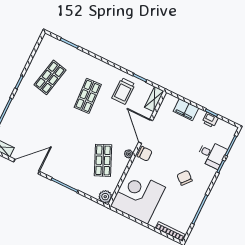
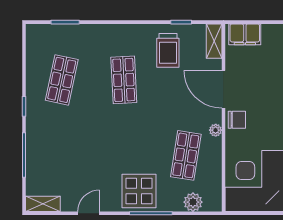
filing cabinet: (186, 110) -> (245, 34), moved
shop shelf: (103, 160) -> (186, 155), turned 33
door: (27, 167) -> (89, 213), width x0.53
display table: (64, 168) -> (139, 191), added
plant: (105, 197) -> (193, 202), moved

